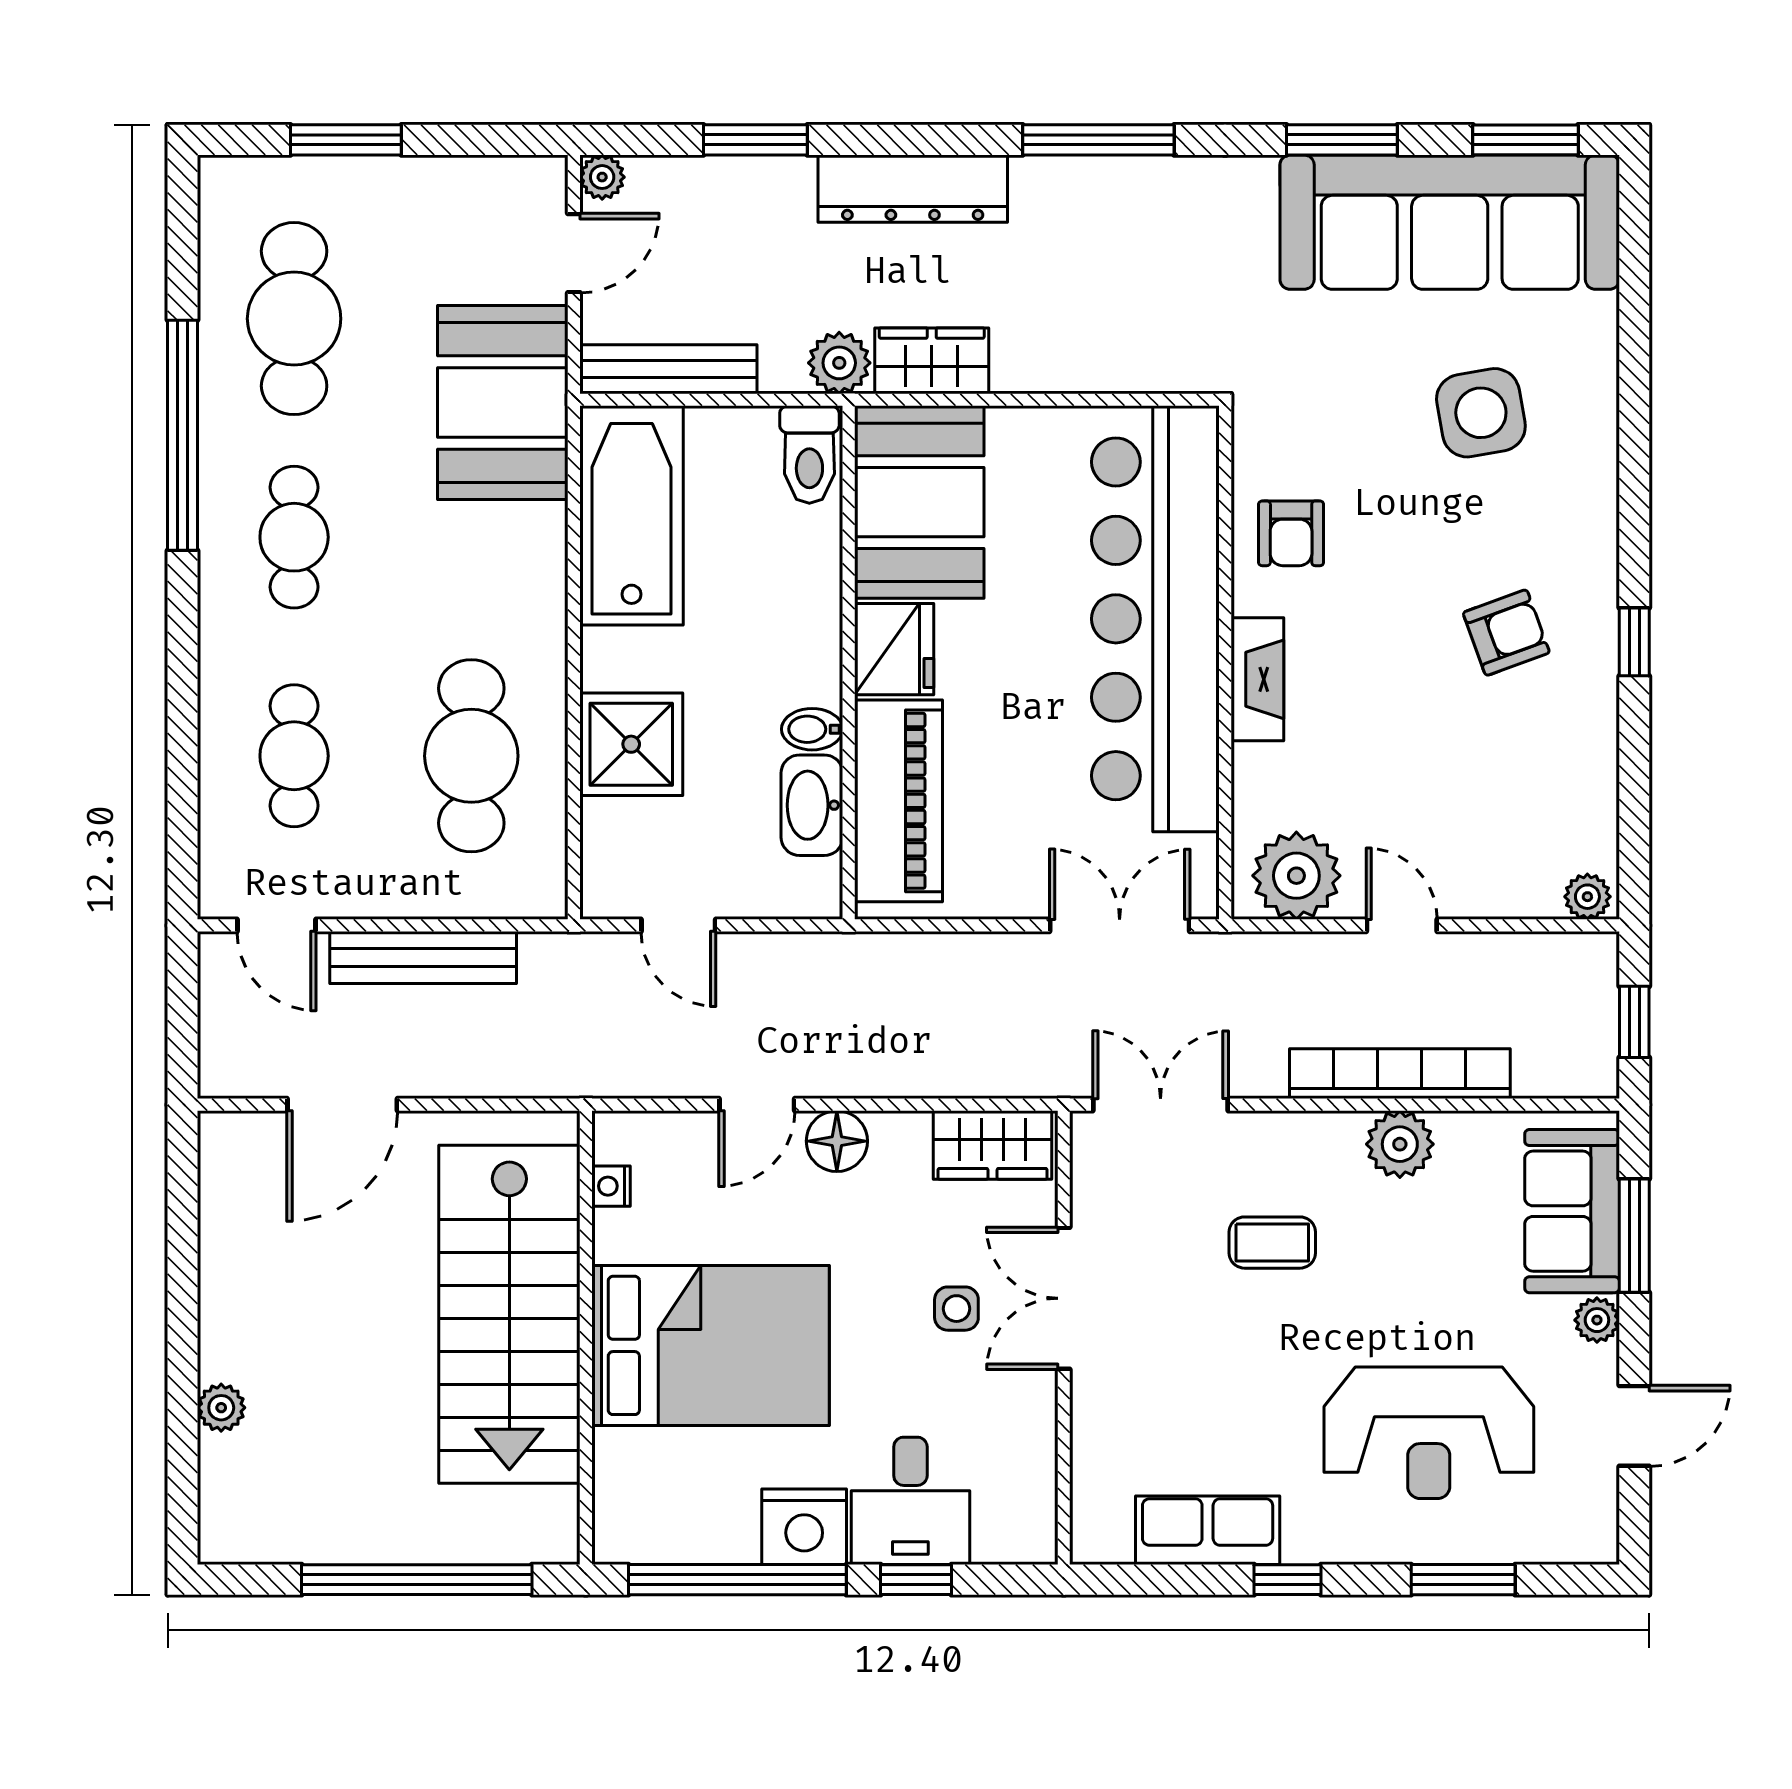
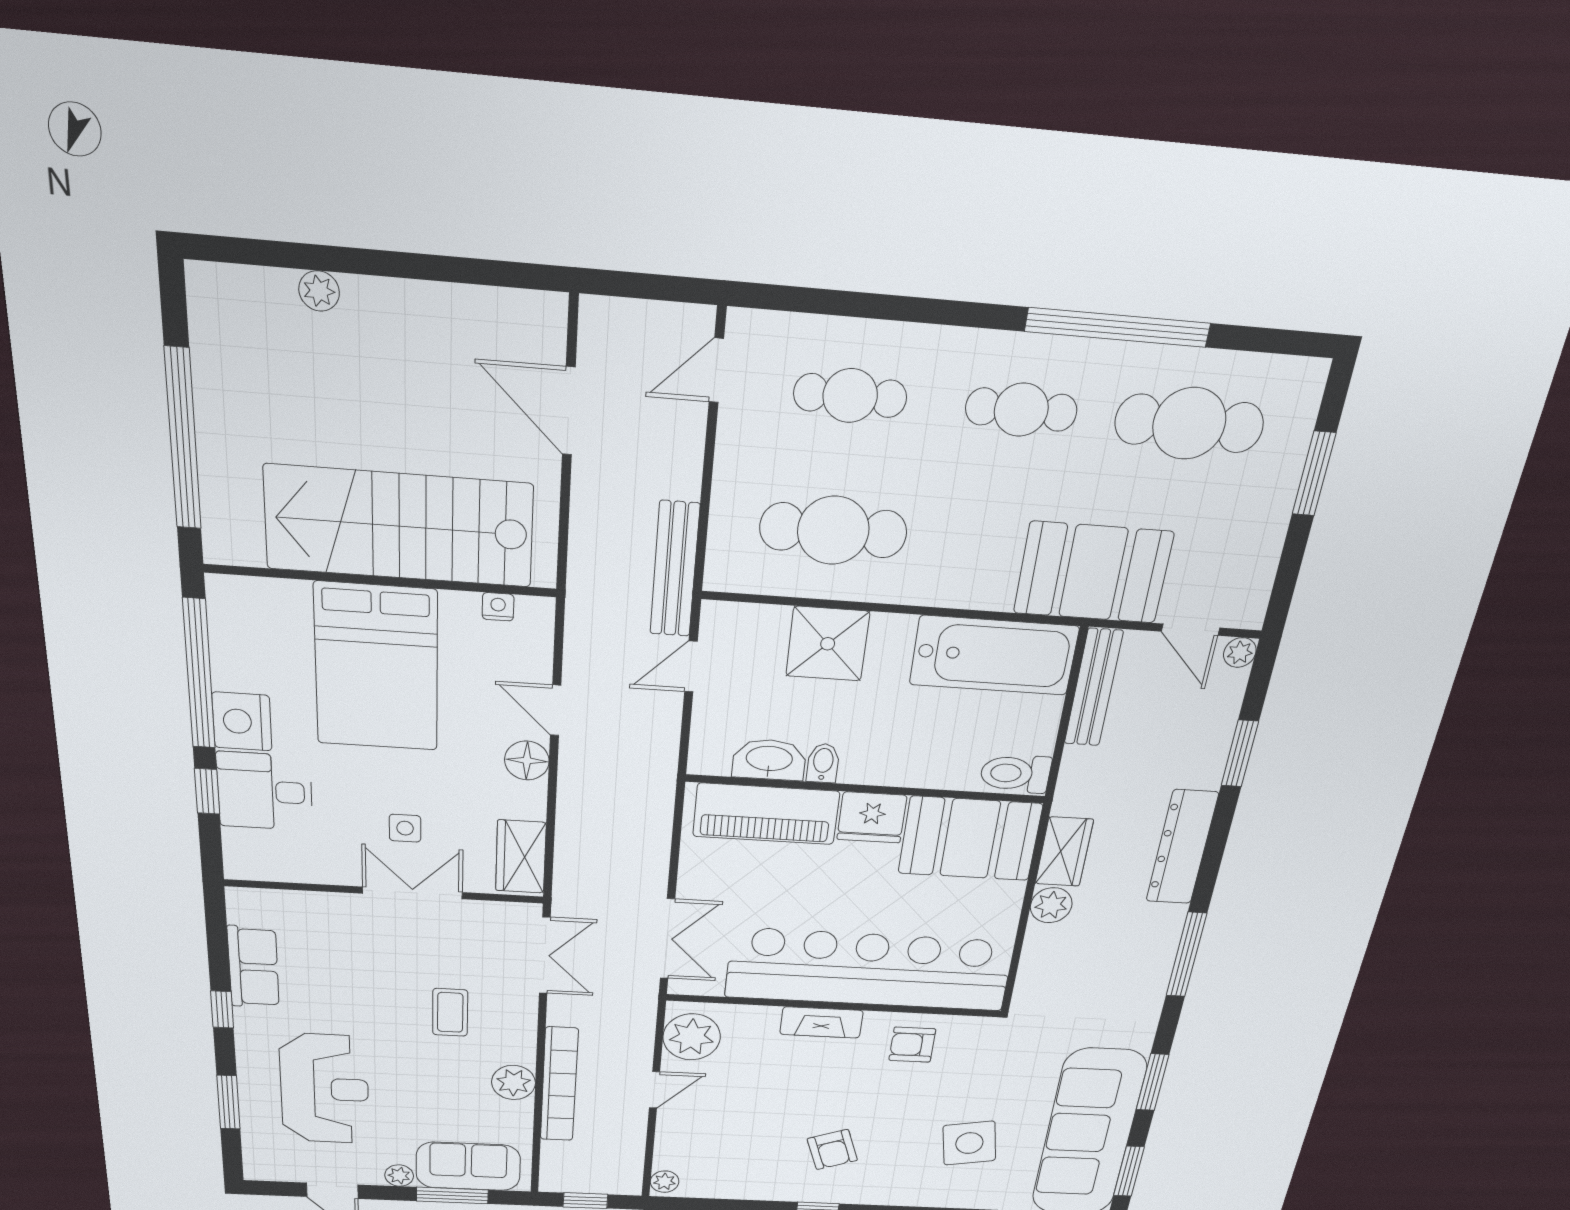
plant: (839, 363) -> (1051, 905), moved
bench: (423, 958) -> (675, 569), moved
reception desk: (1429, 1433) -> (325, 1089), turned 180

